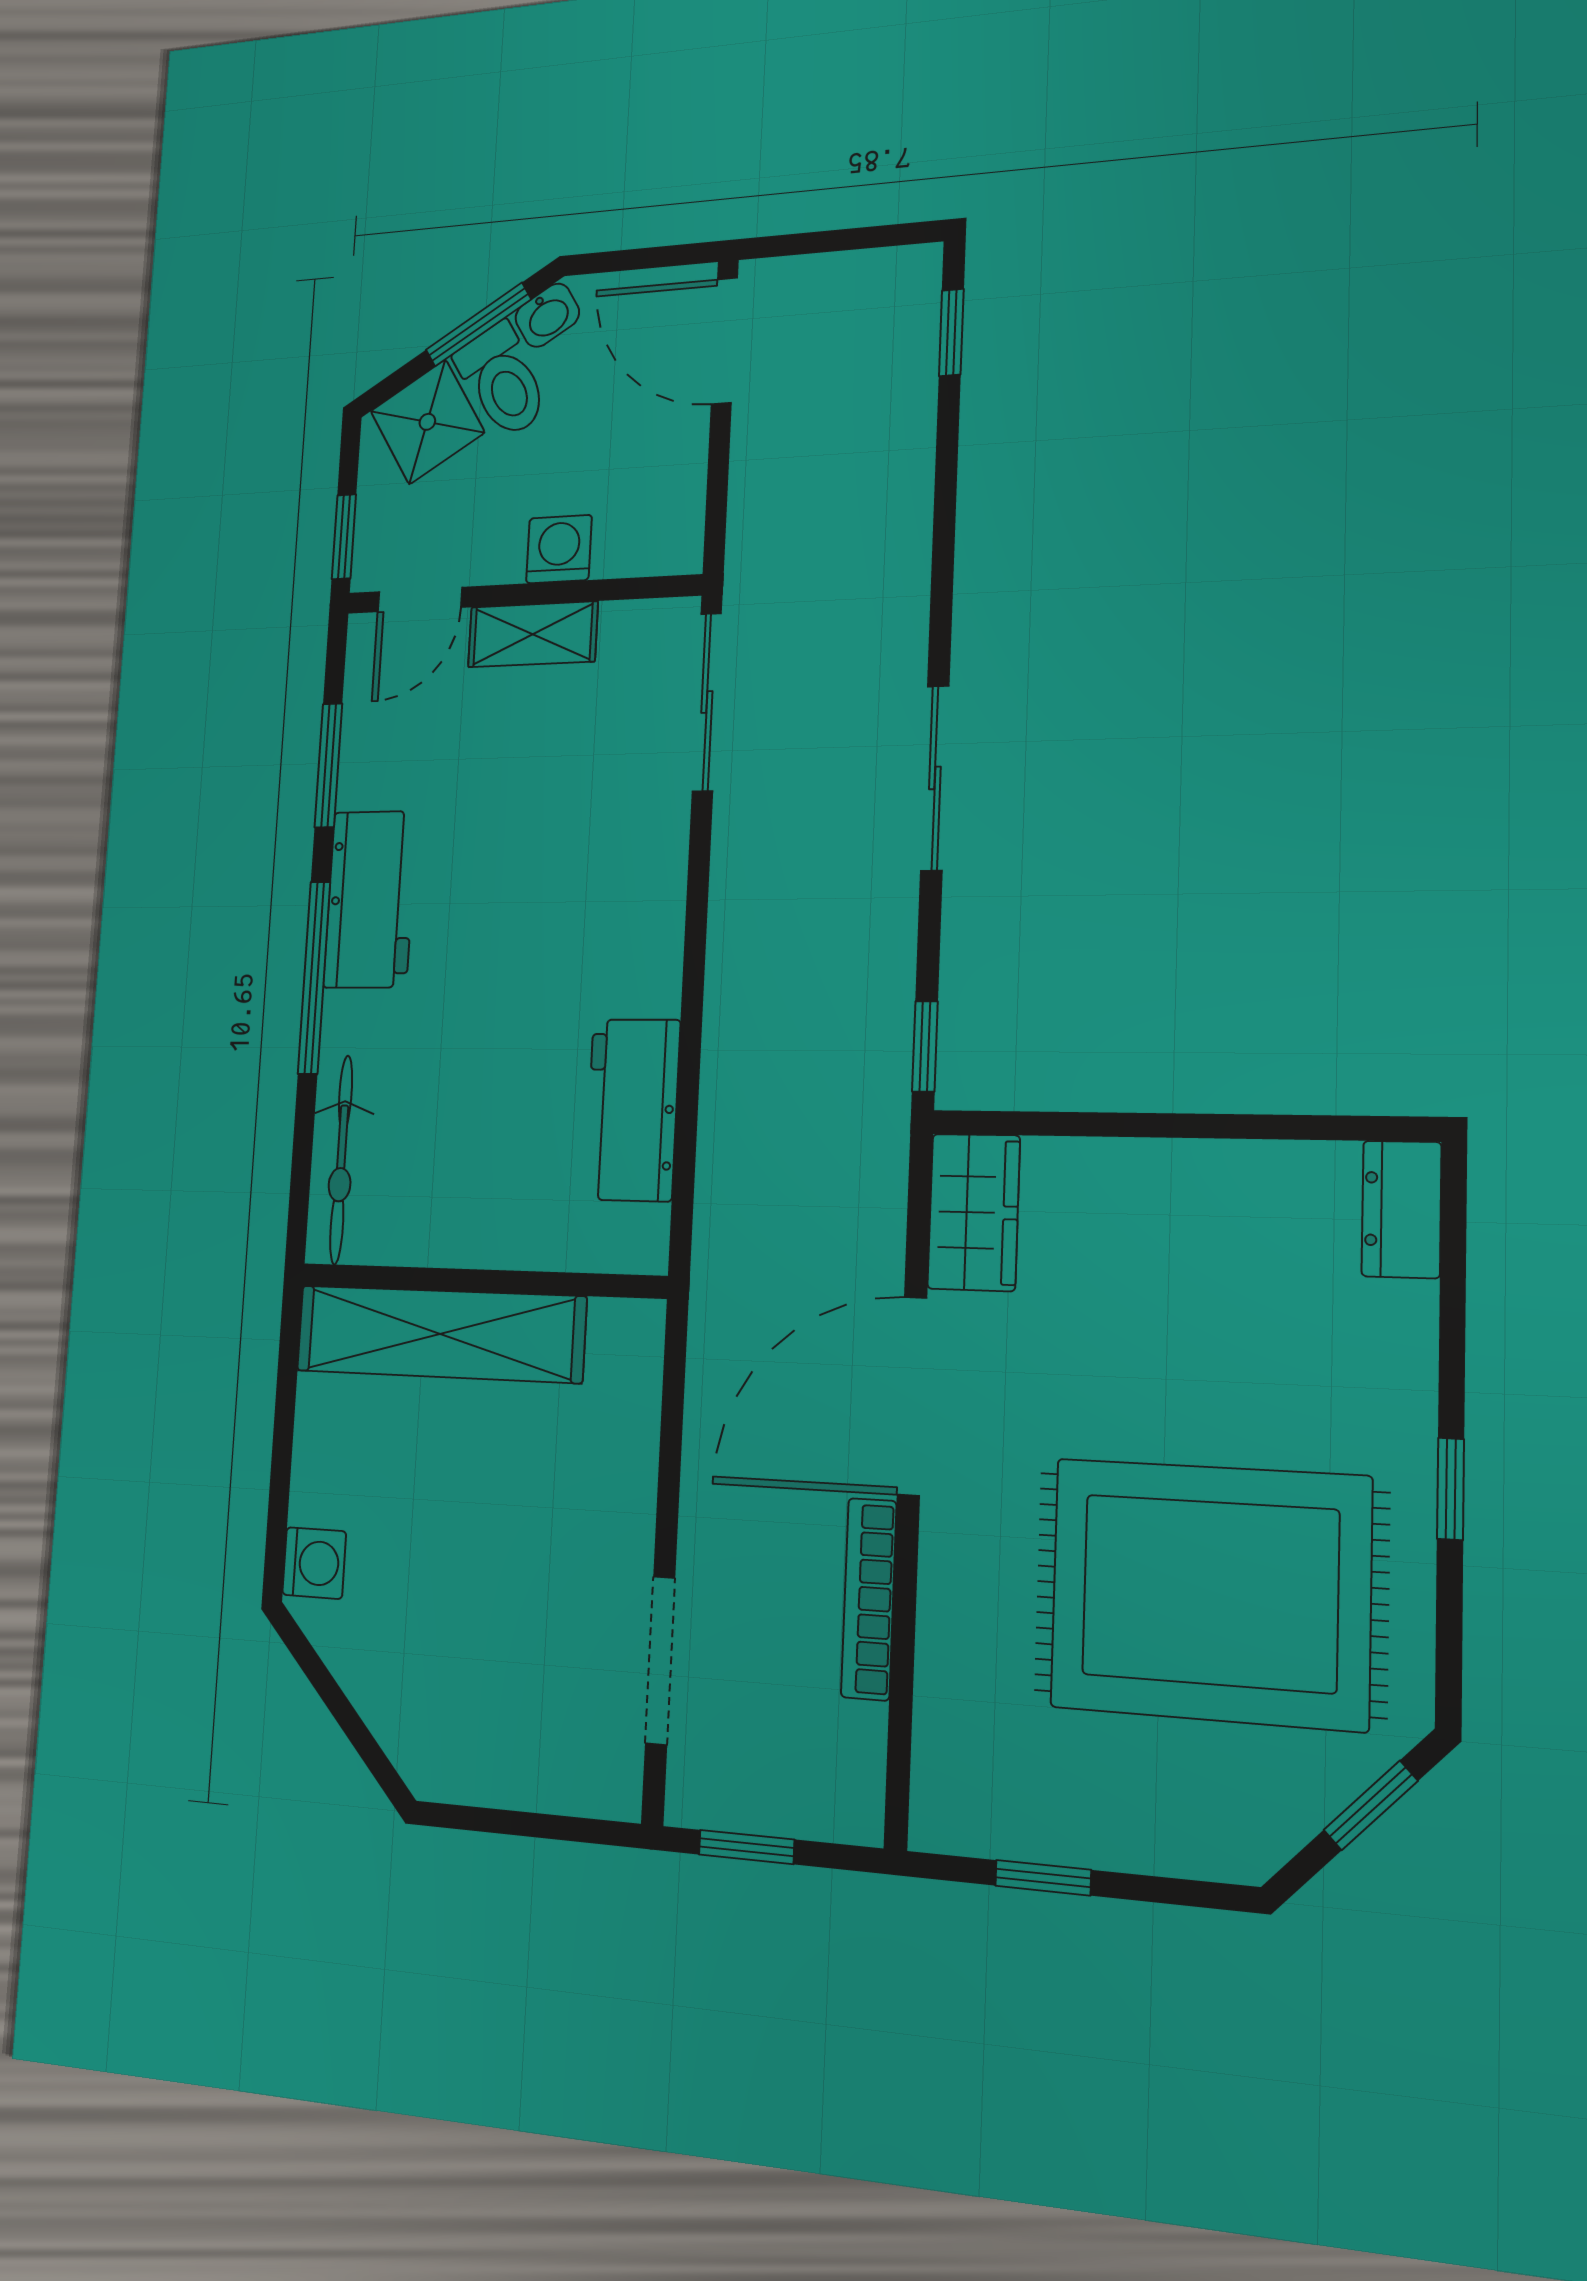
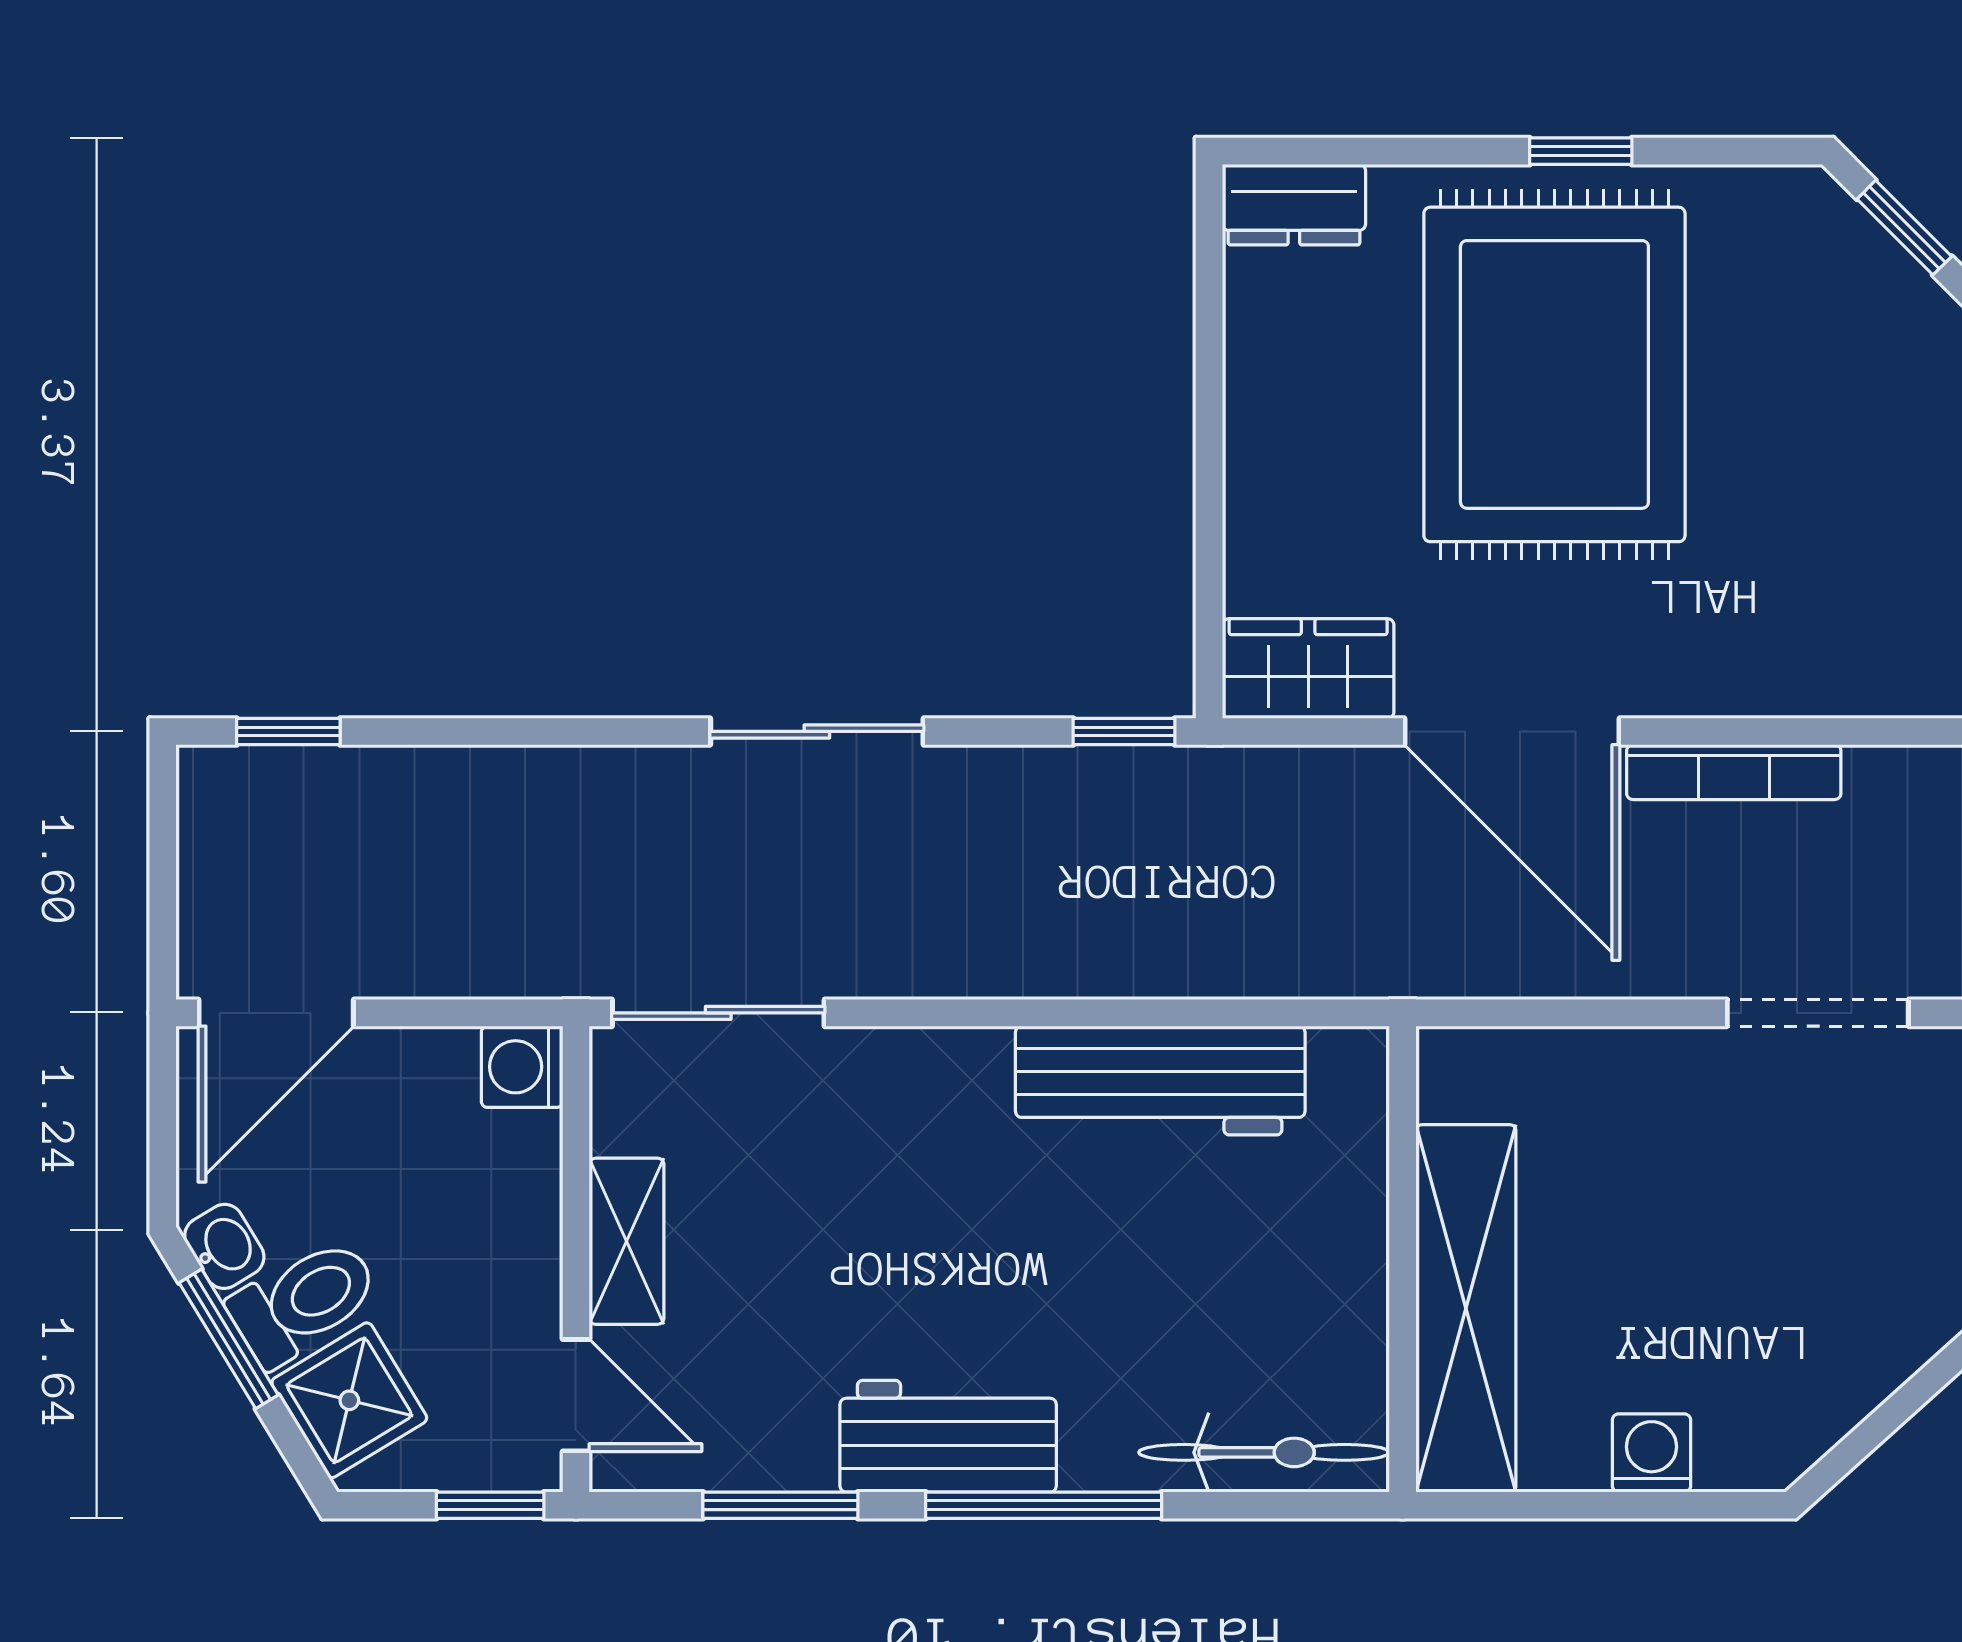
washing machine: (559, 549) -> (522, 1067), moved
workbench: (632, 1110) -> (1160, 1080), width x1.37
washing machine: (314, 1563) -> (1651, 1453), moved
rug: (1210, 1593) -> (1554, 374), moved

